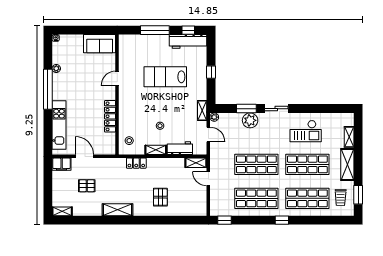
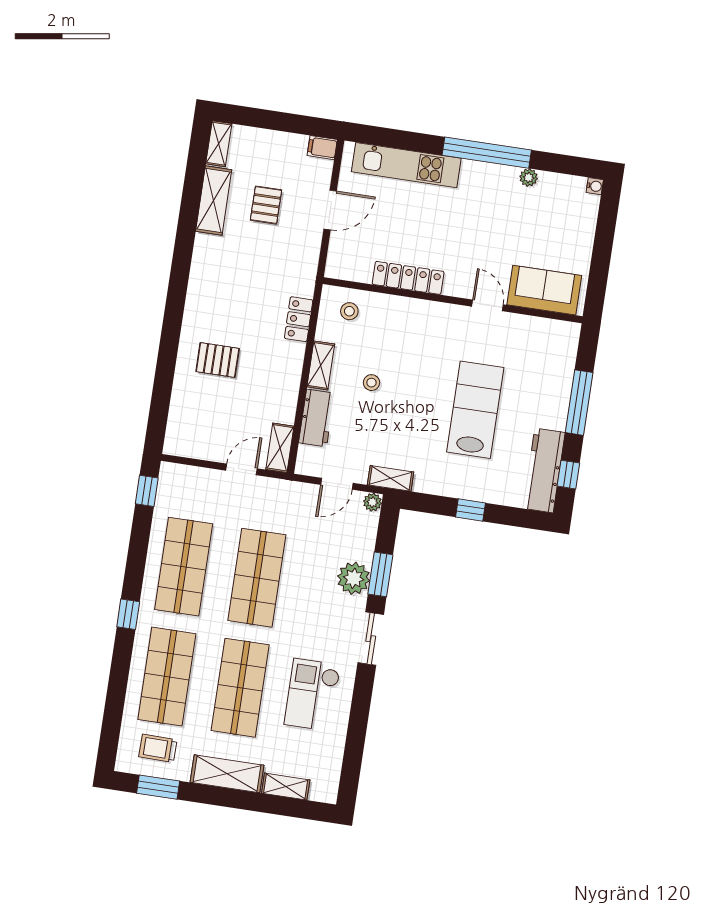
sofa: (100, 44) -> (544, 290), moved, turned 90
filing cabinet: (62, 164) -> (322, 148), width x0.50
shelving: (117, 210) -> (214, 200), moved

